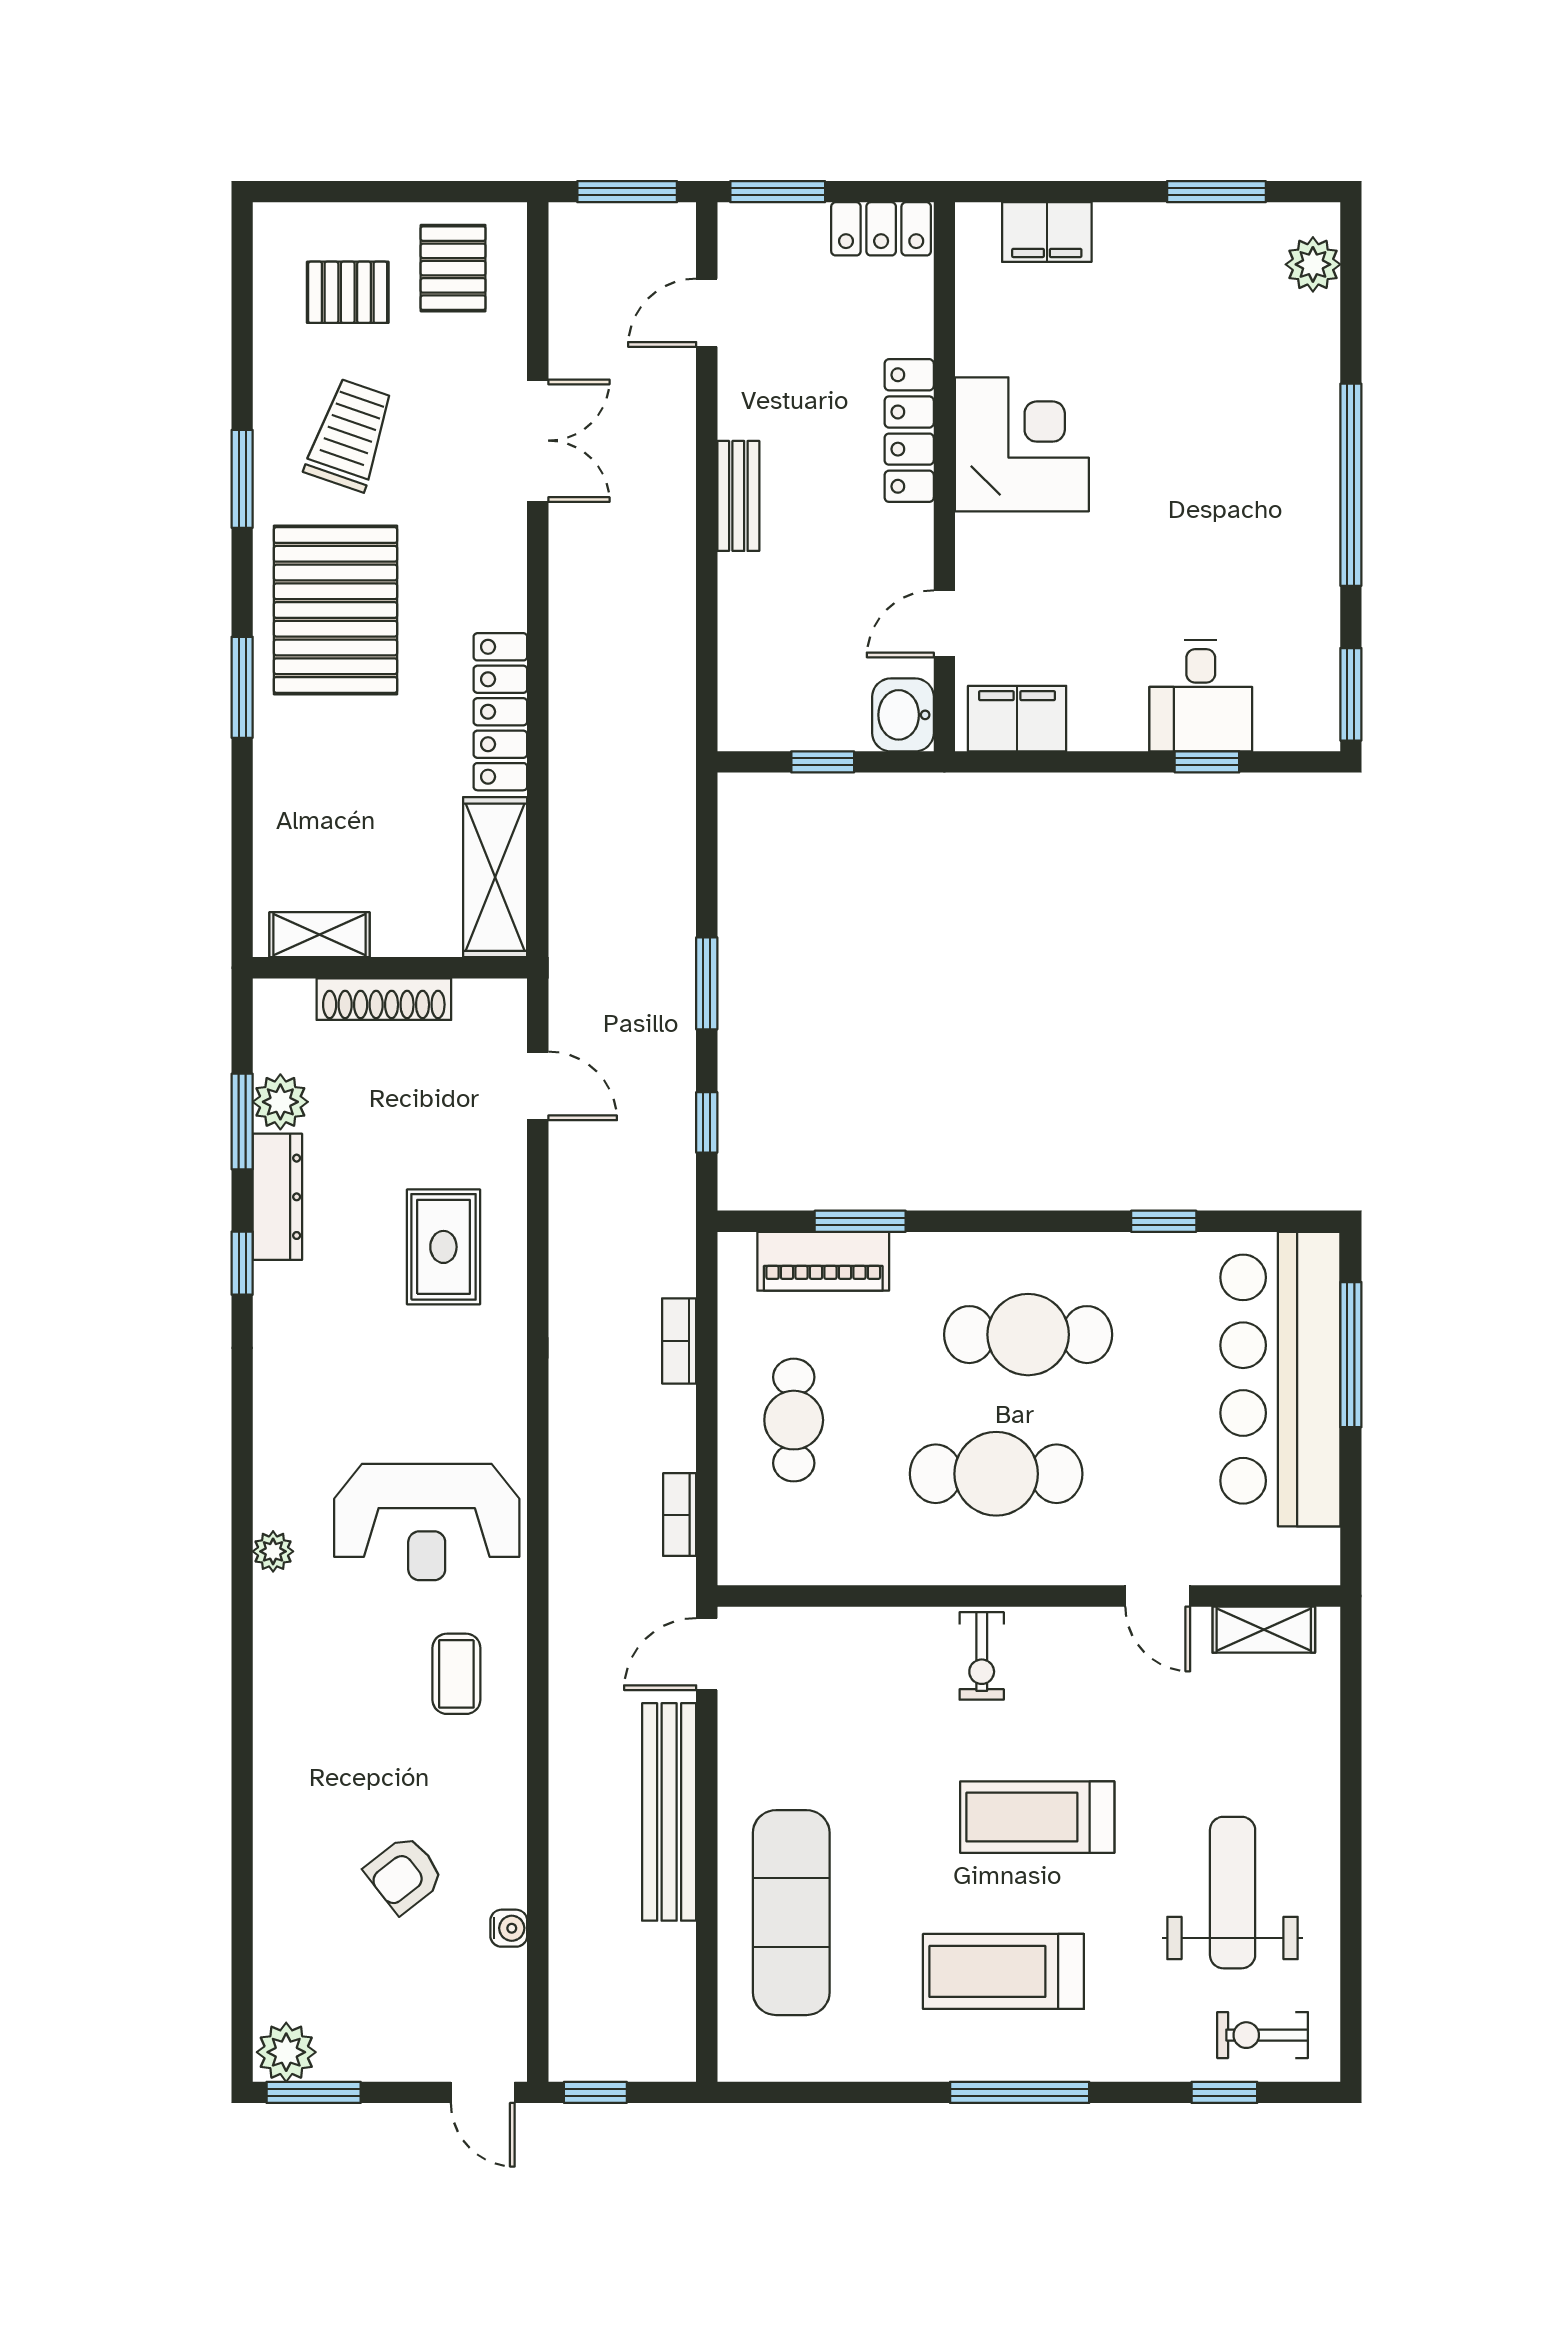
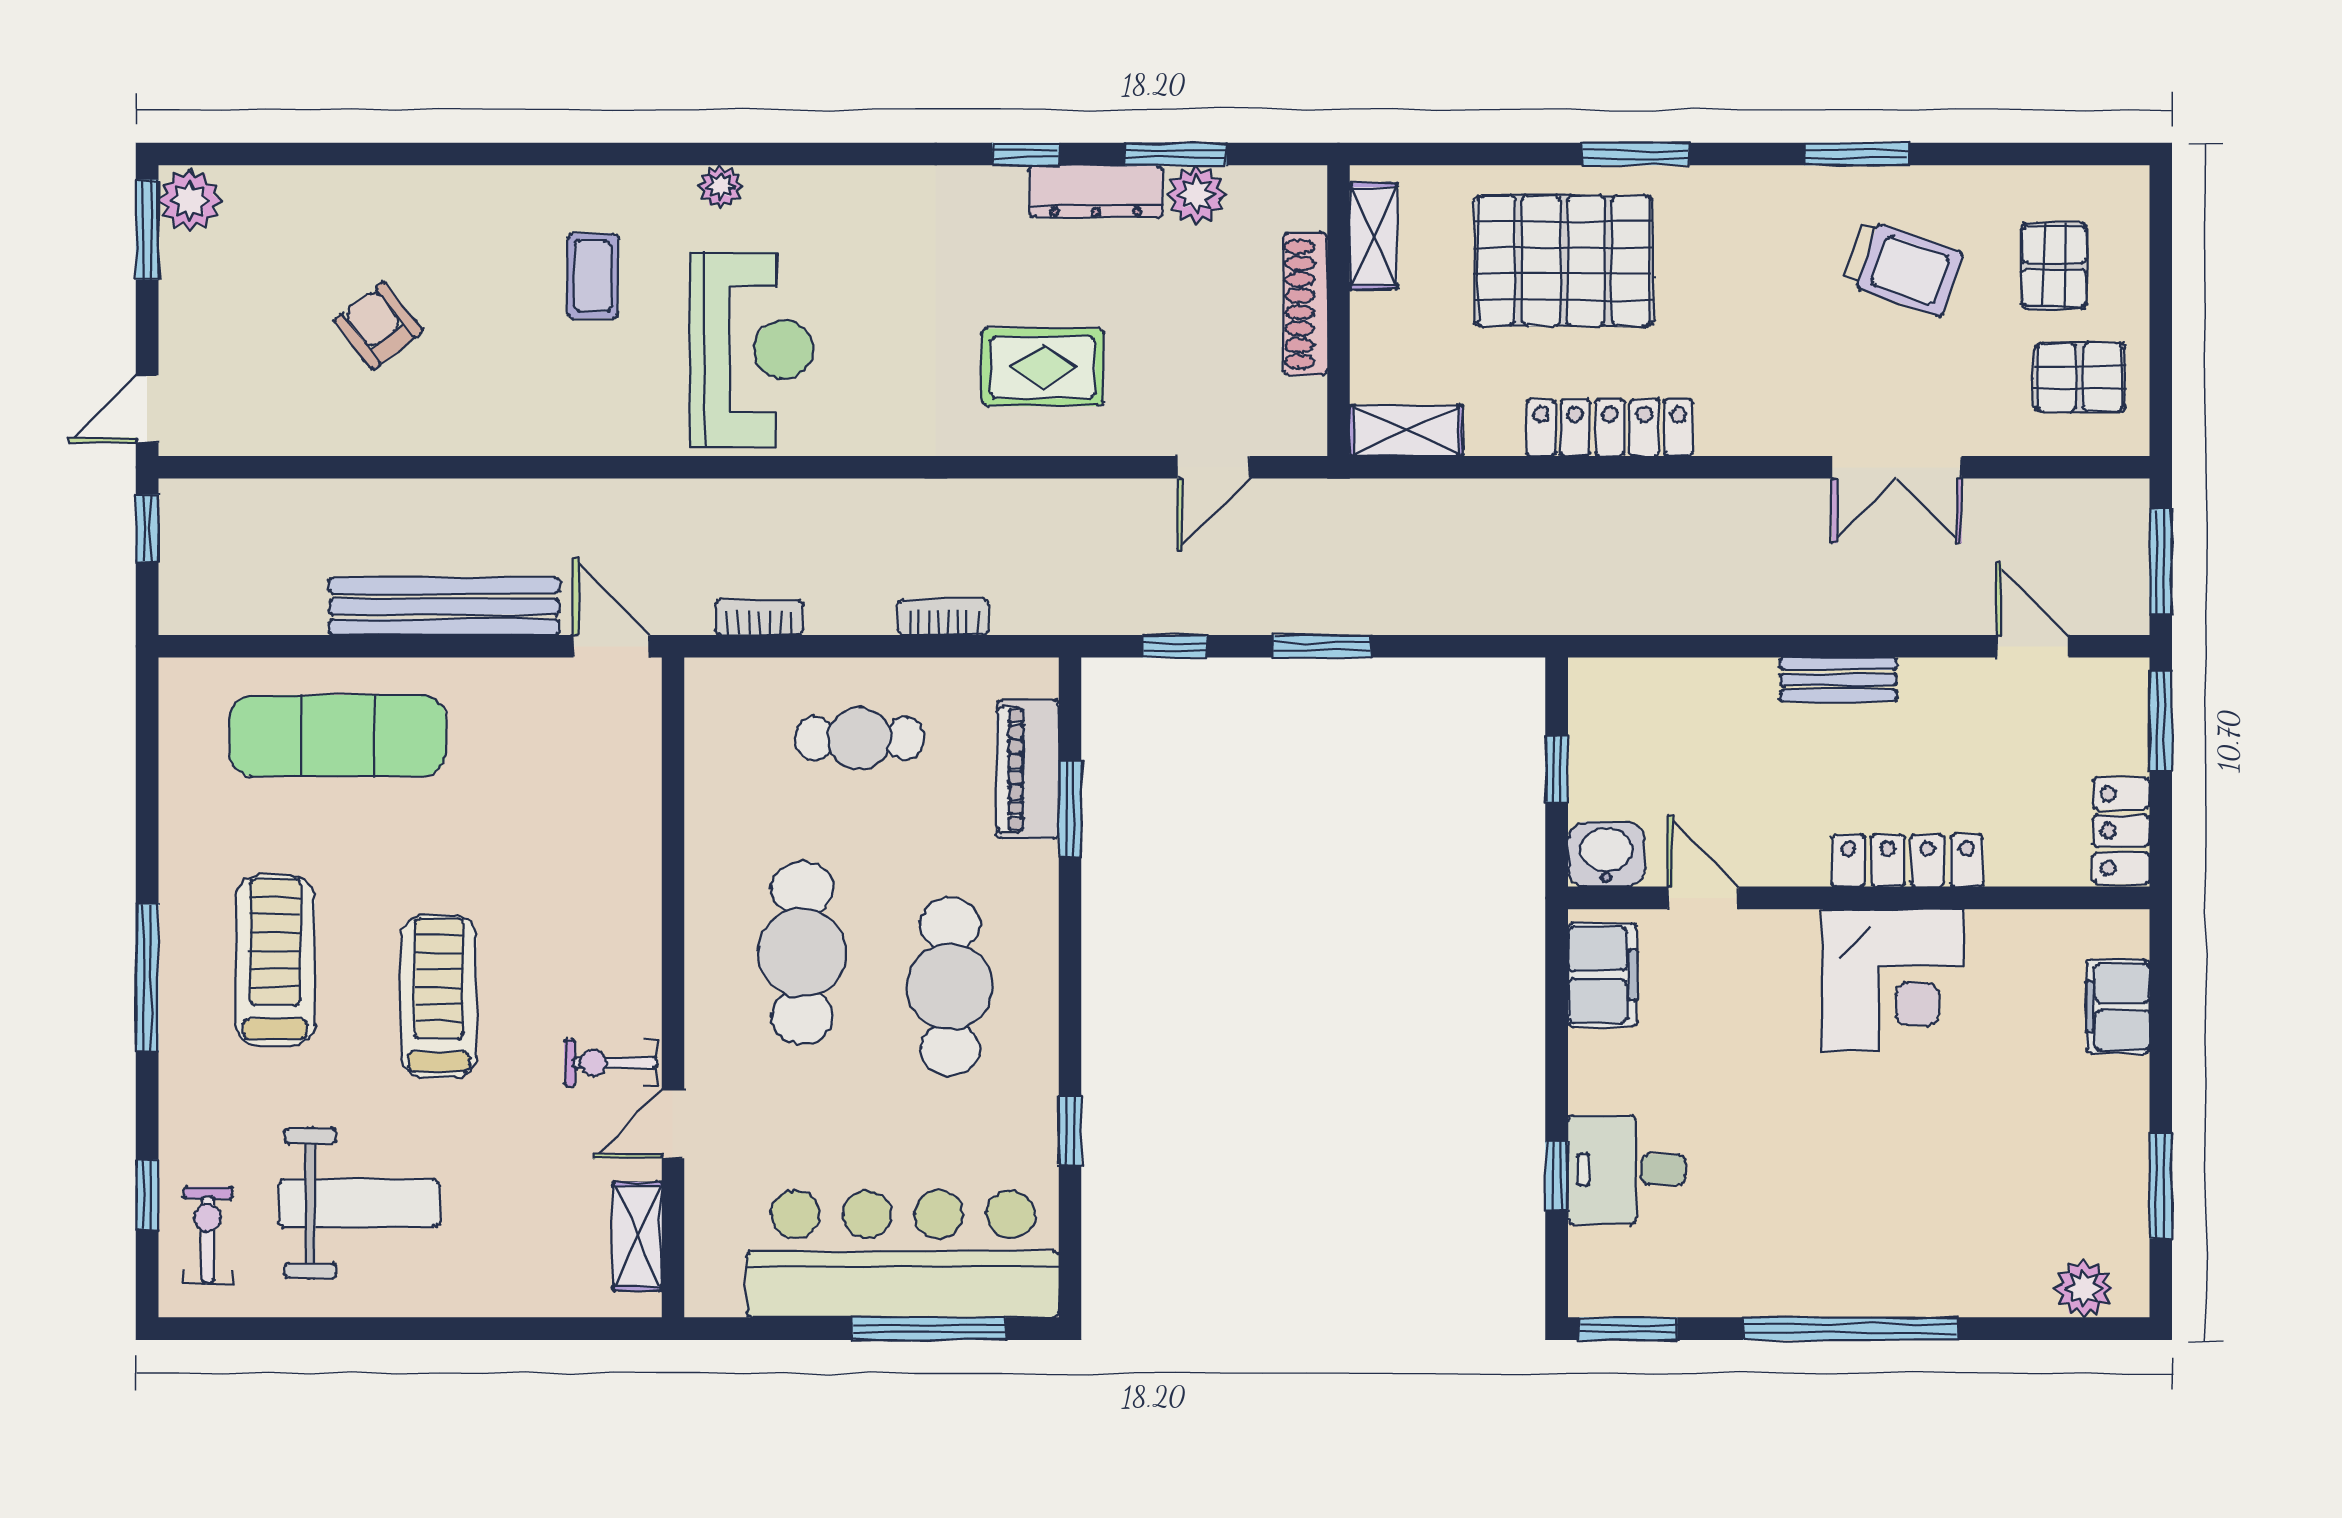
pallet: (335, 610) -> (1564, 261), moved
shelving: (495, 877) -> (1406, 431), width x0.67, depth x0.75
reception desk: (427, 1522) -> (751, 350), turned 180
exercise bike: (982, 1656) -> (610, 1063), moved
coffee table: (456, 1674) -> (593, 276), moved, turned 90
water cooler: (509, 1928) -> (321, 436), removed

